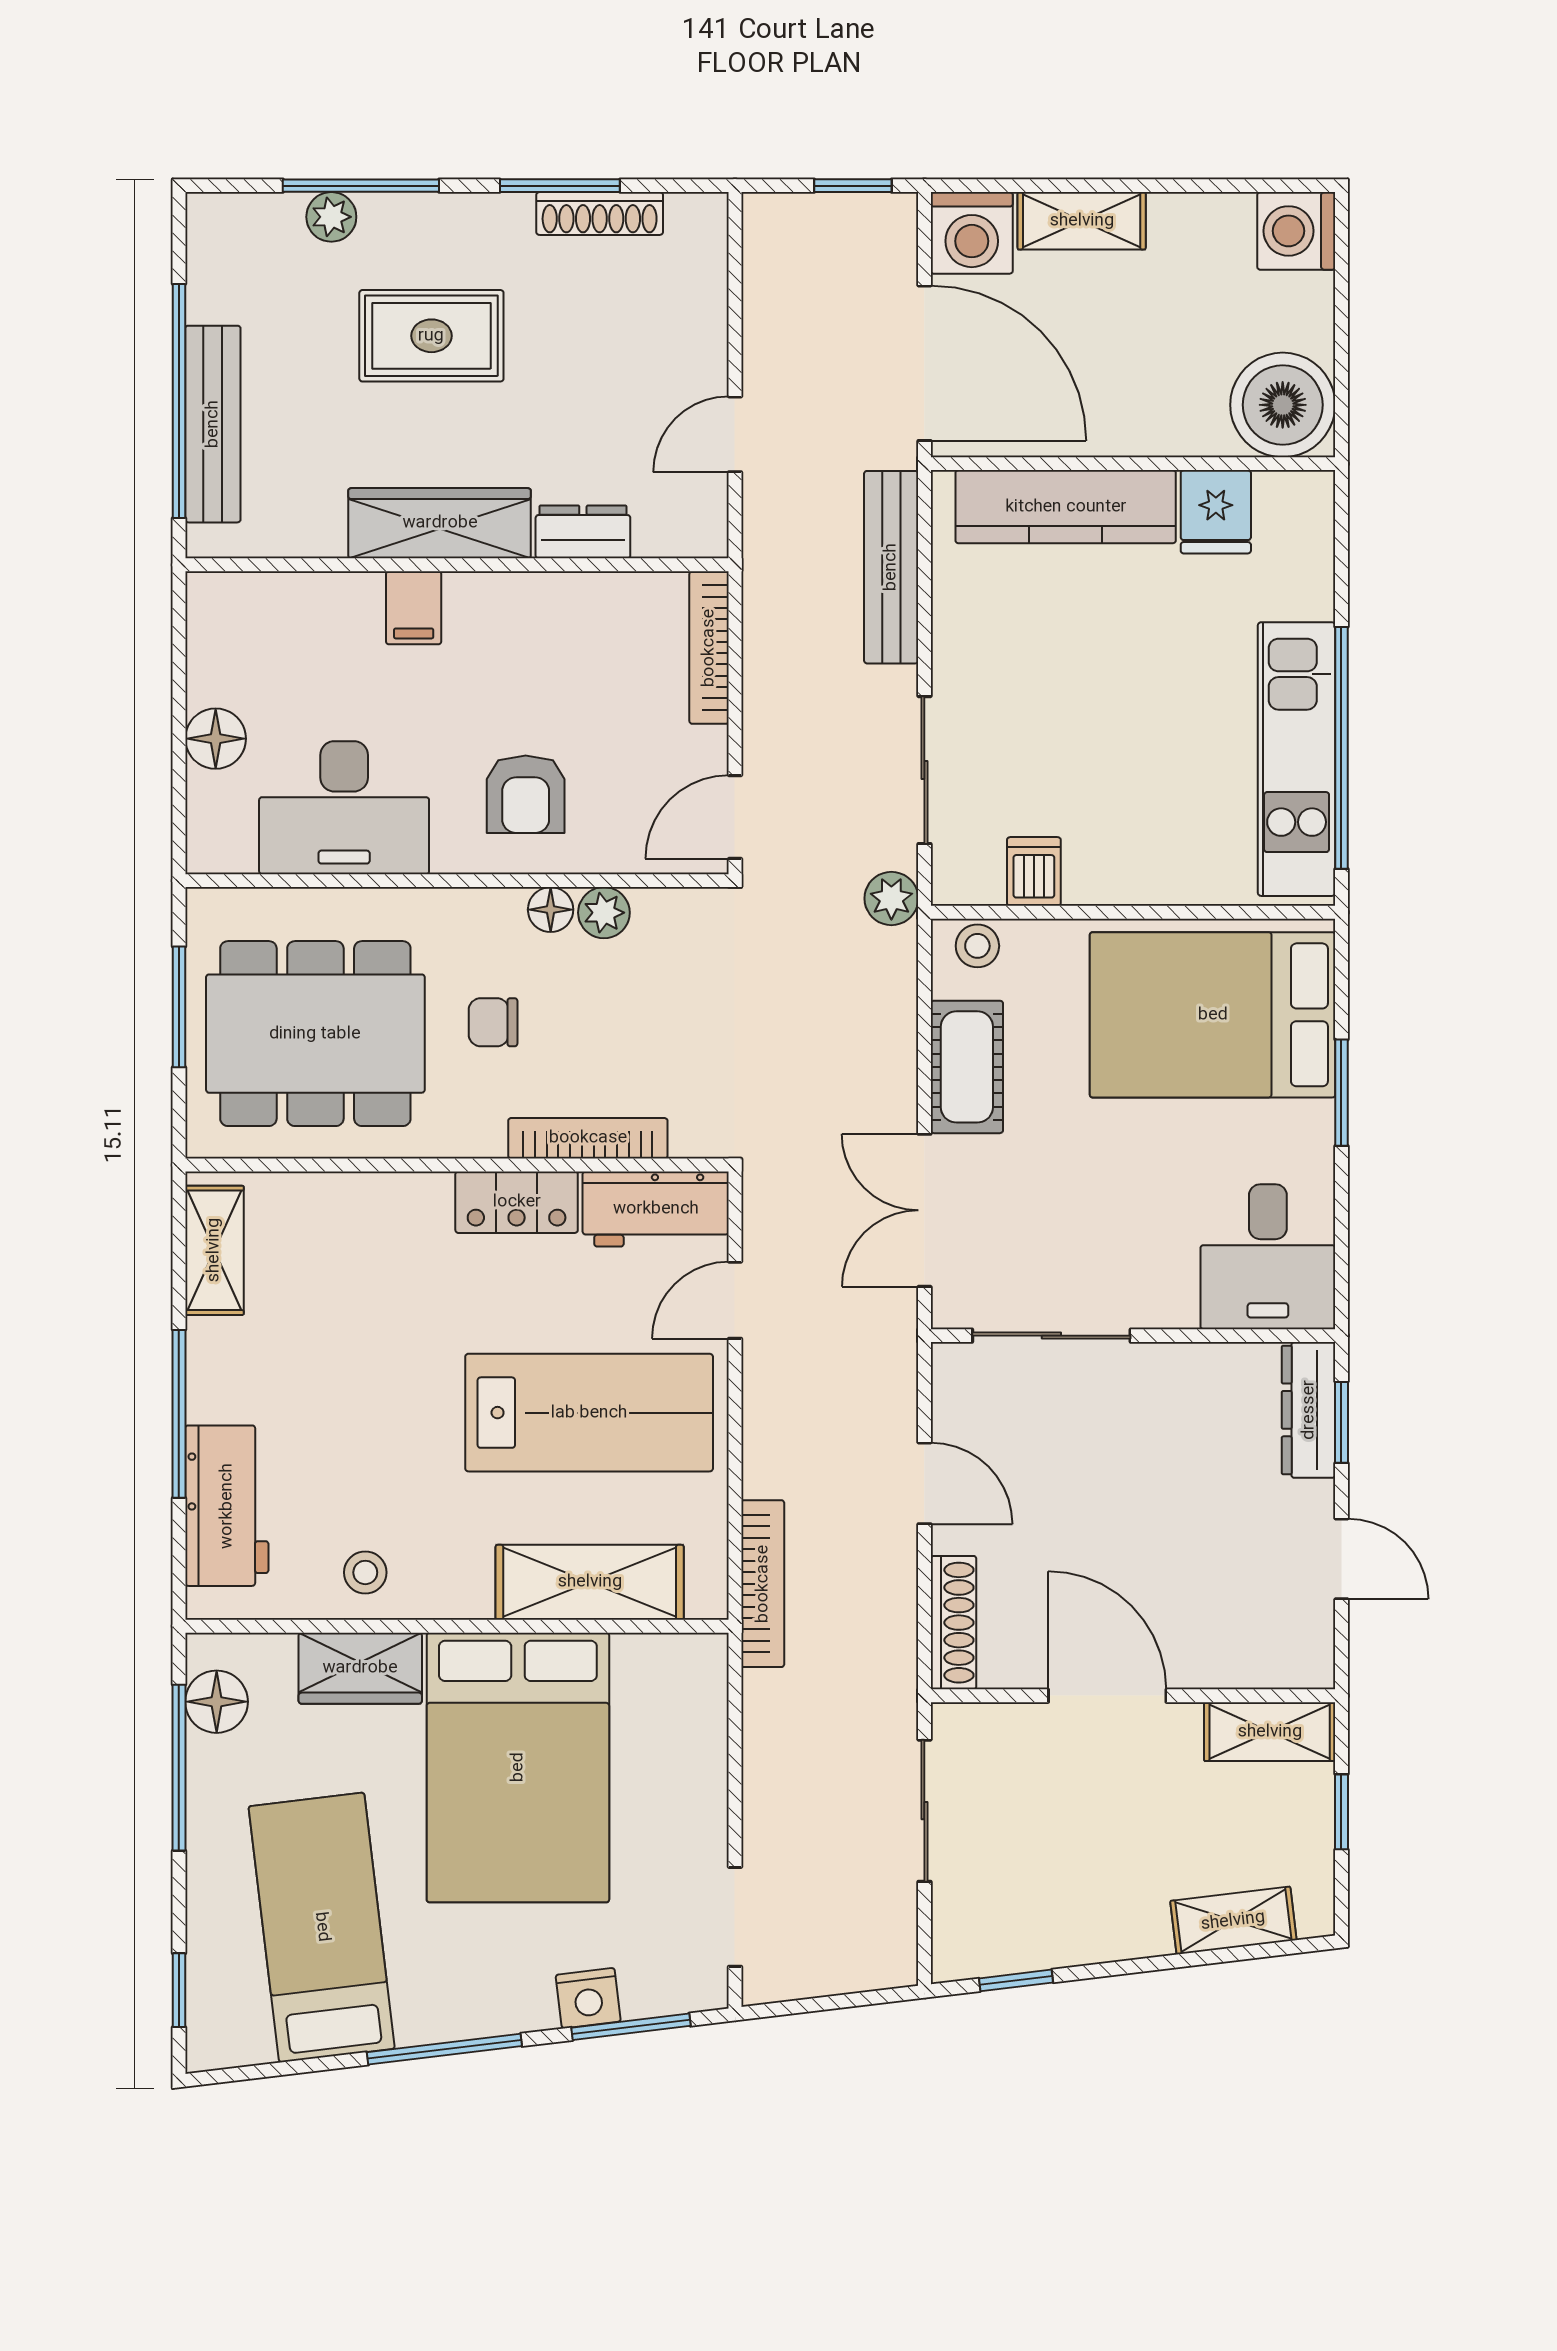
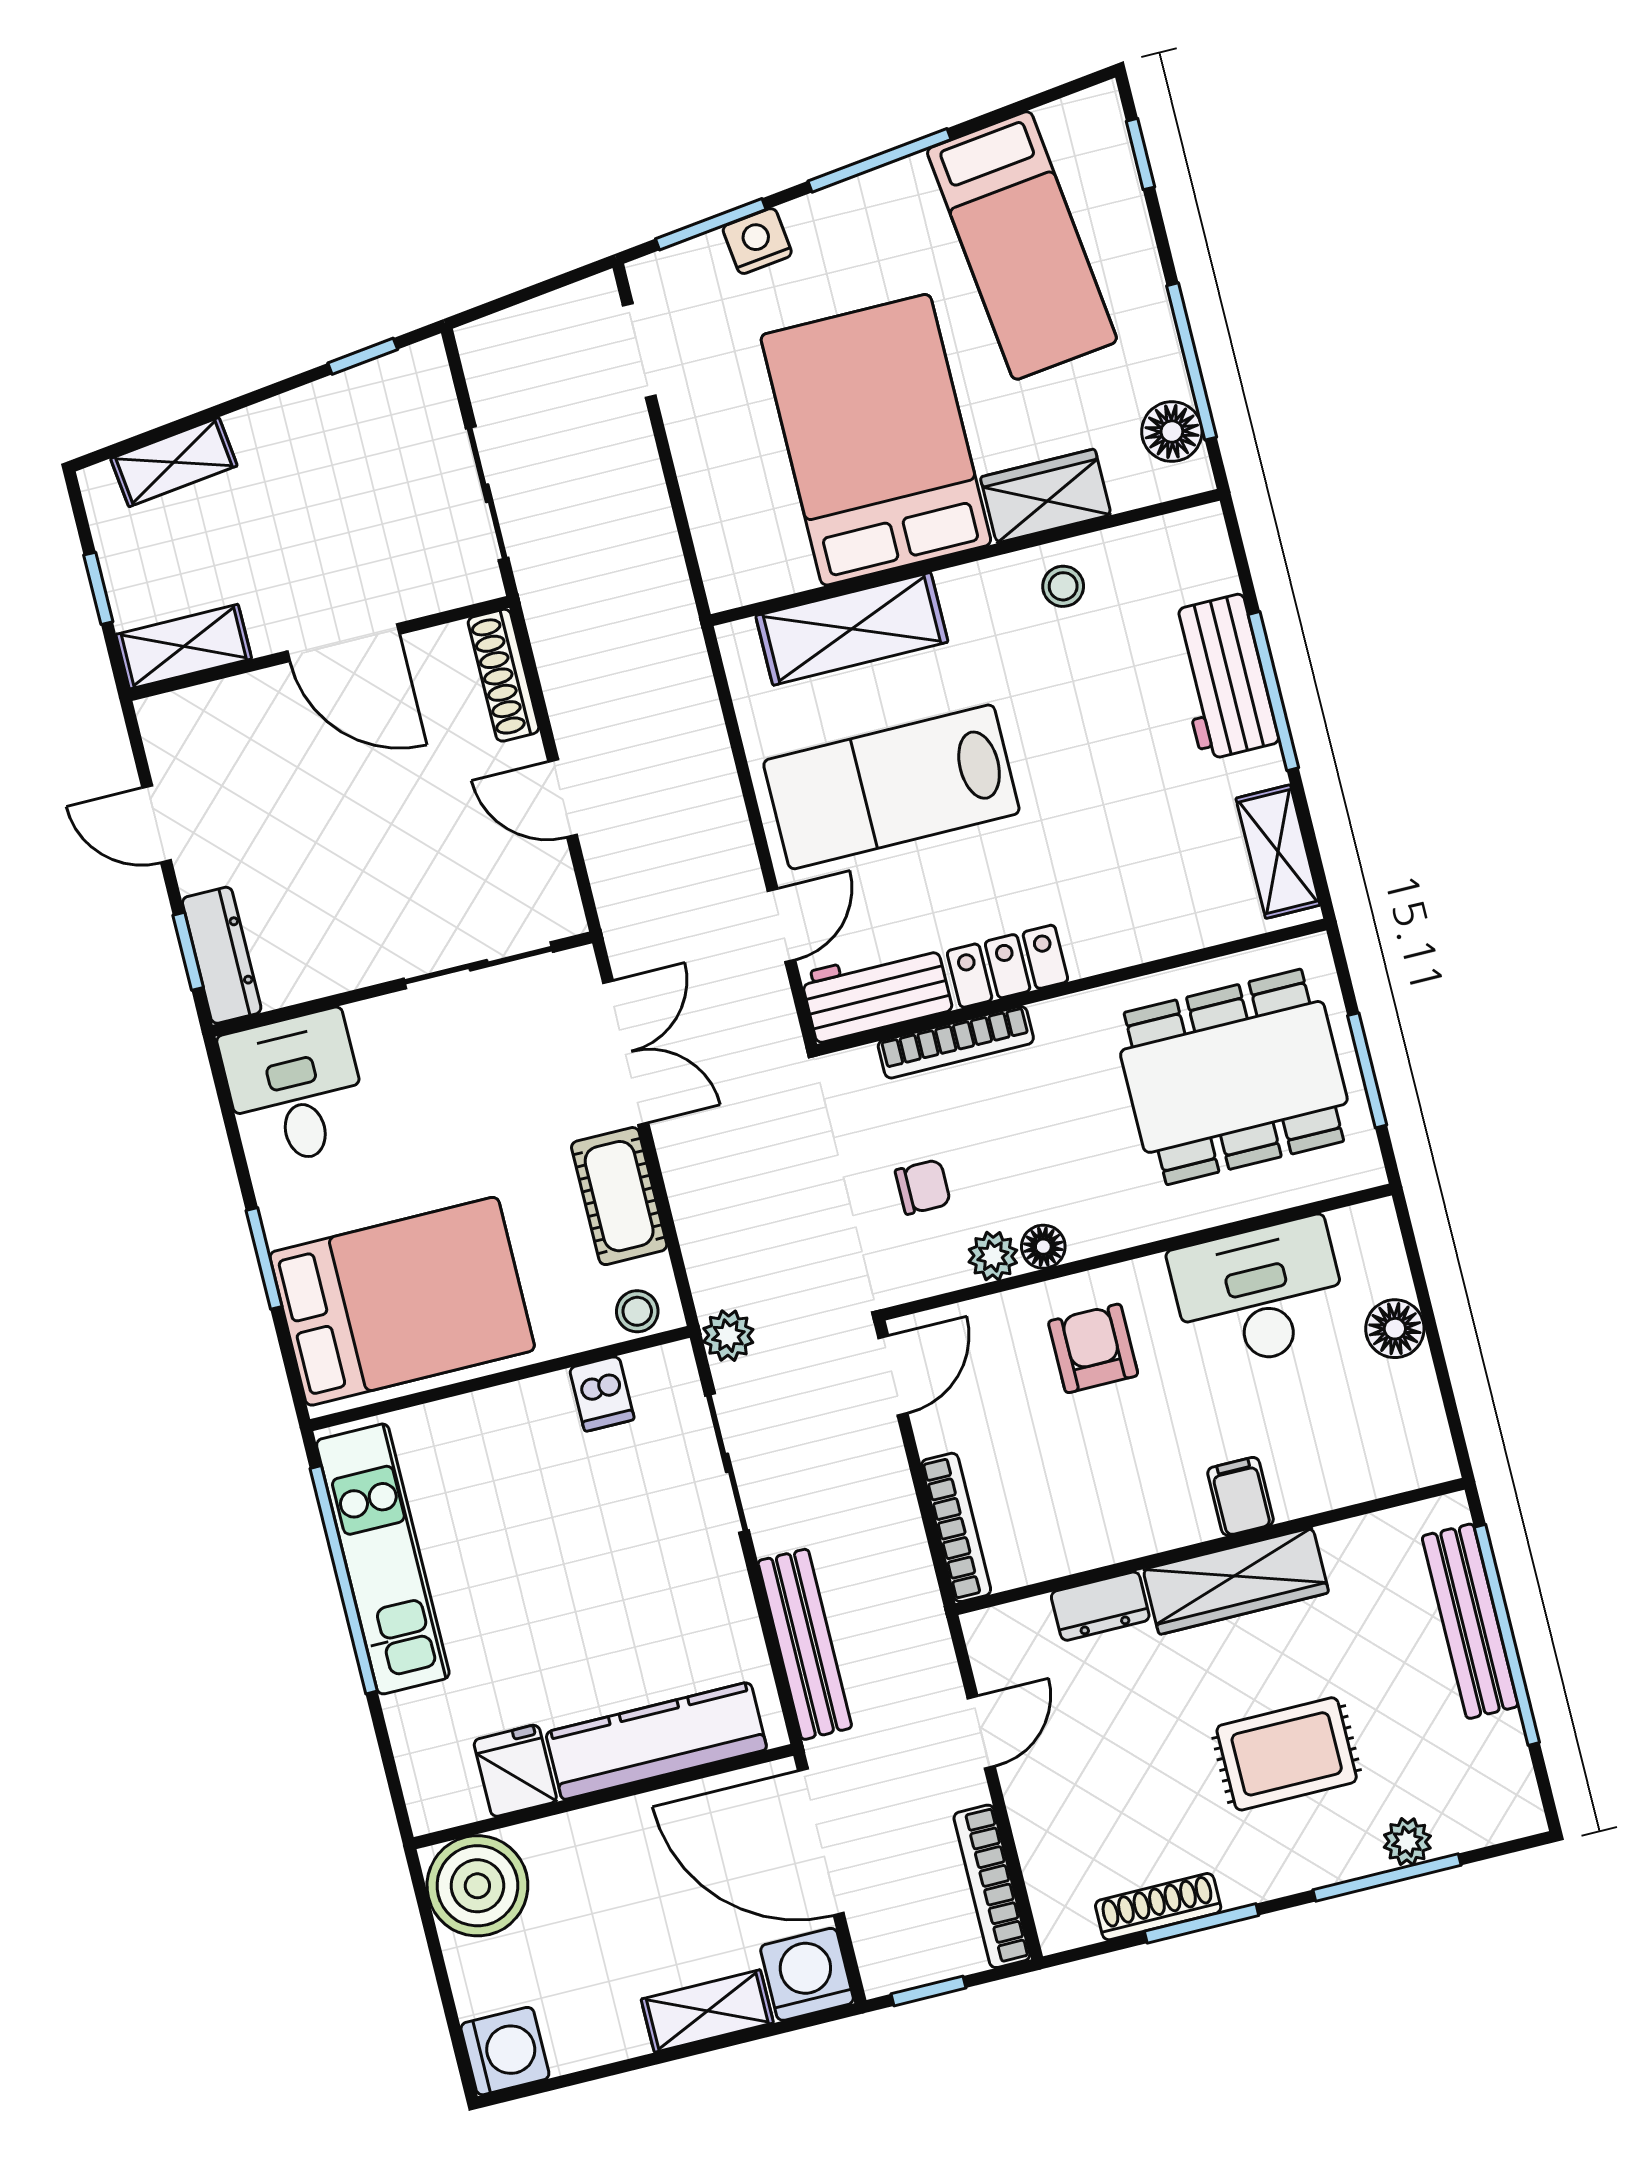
chair: (493, 1022) -> (923, 1187), moved
workbench: (227, 1506) -> (1223, 677), moved
bookcase: (763, 1584) -> (992, 1886), moved

